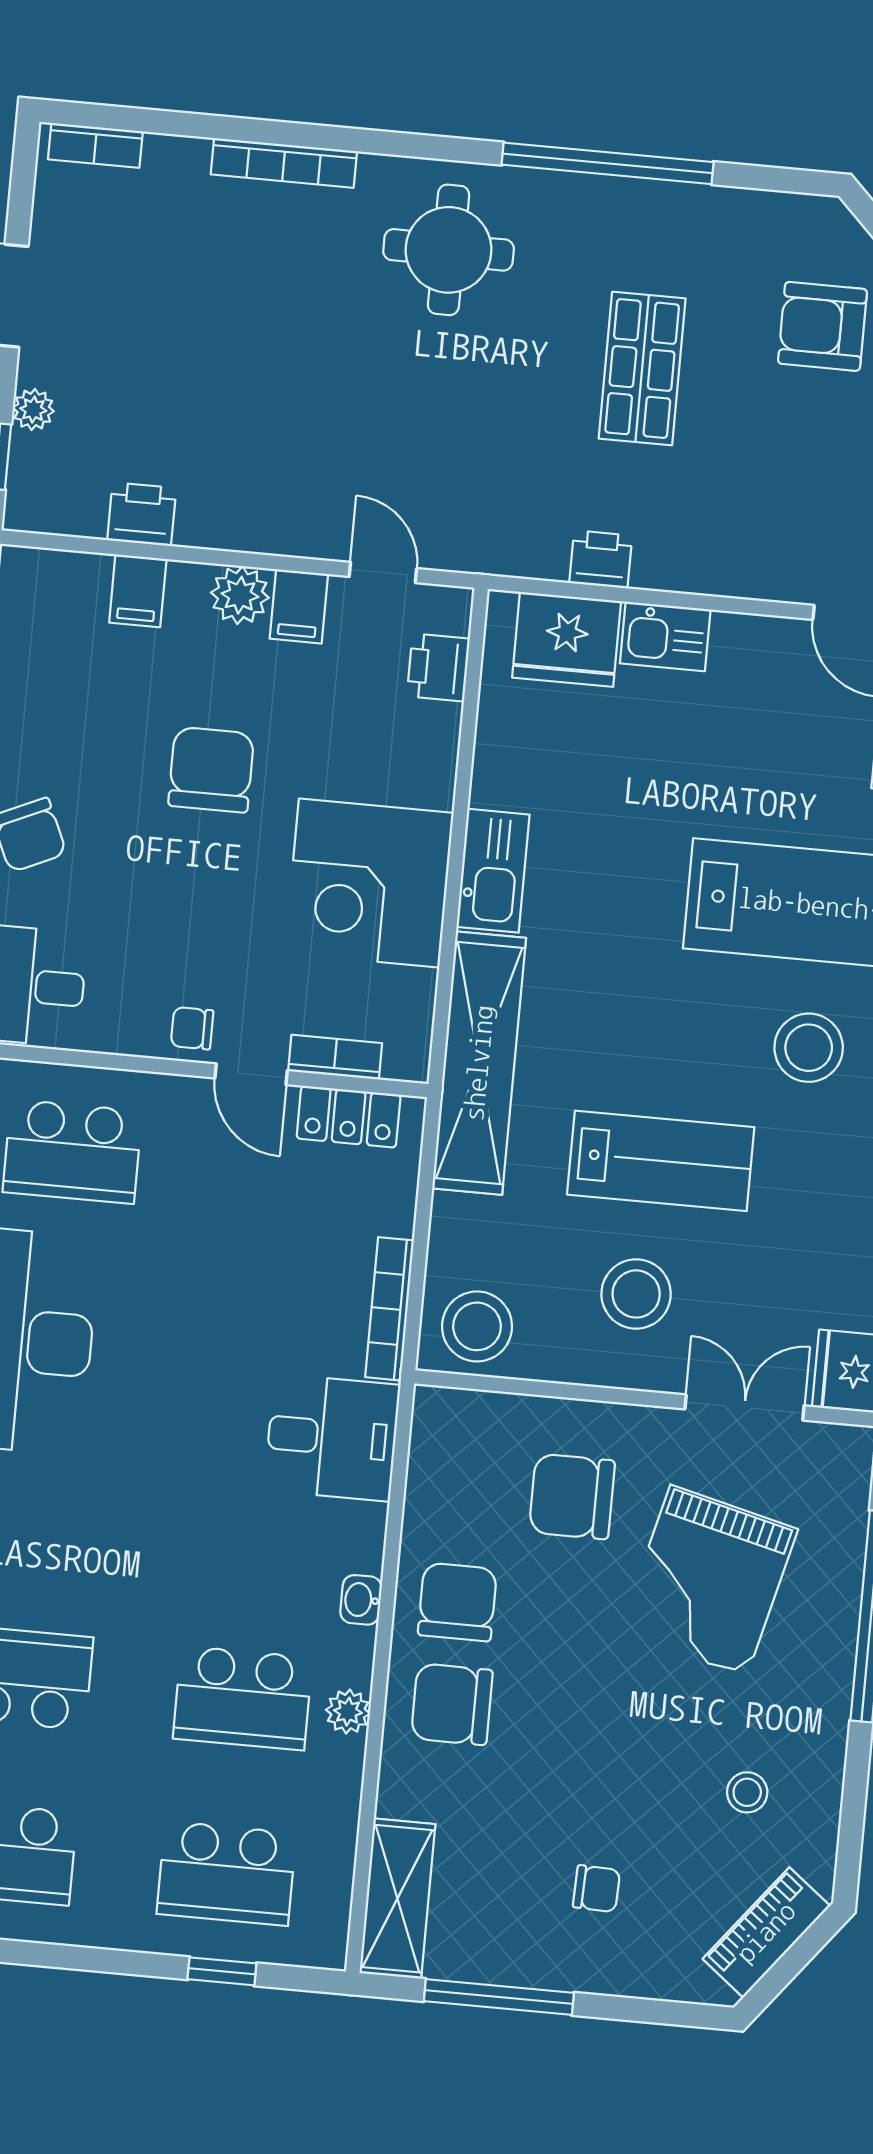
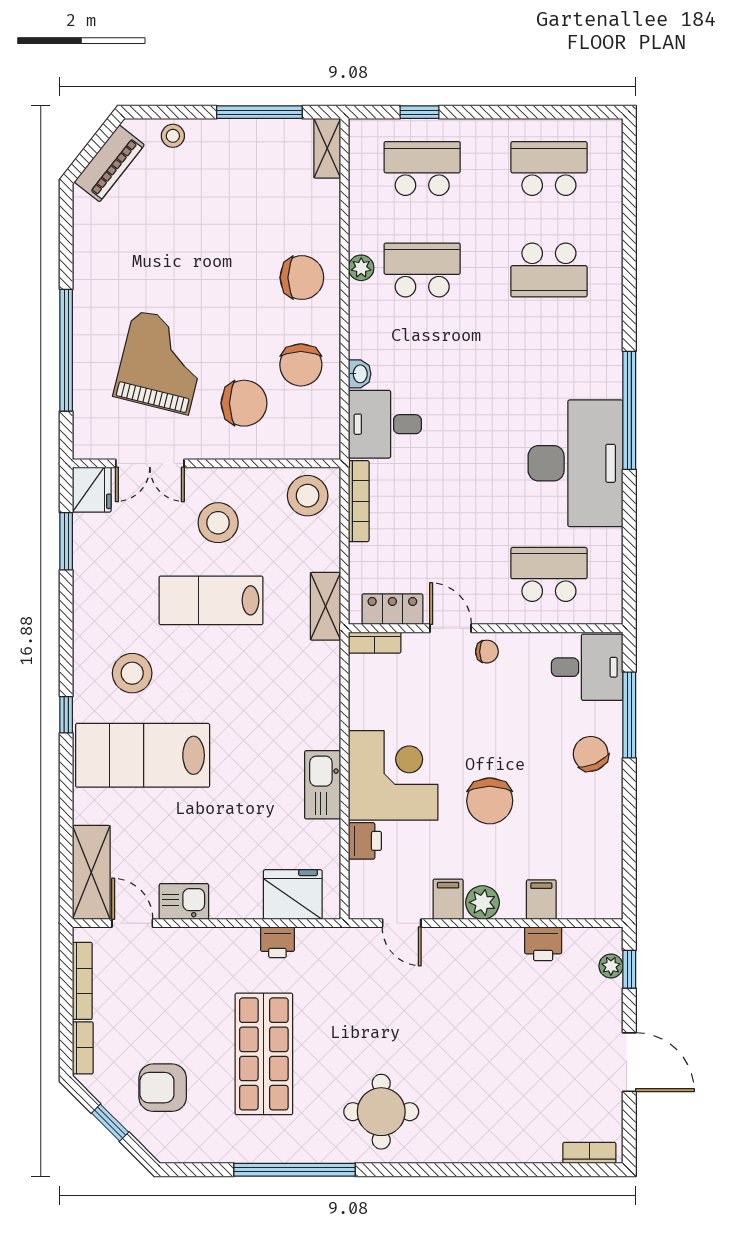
bookcase: (284, 163) -> (480, 1153), removed
armchair: (822, 326) -> (163, 1088), turned 180
shop shelf: (642, 368) -> (264, 1054), width x1.43, depth x1.36
plant: (33, 410) -> (611, 966), moved
kitchen sink: (665, 636) -> (184, 901), moved
printer: (438, 667) -> (365, 841), moved
kitchen sink: (493, 871) -> (323, 785), moved
corner desk: (369, 883) -> (393, 775), moved
bookcase: (335, 1057) -> (375, 643), moved
shelving: (479, 1063) -> (325, 606), width x0.45, depth x0.75
washbasin: (361, 1600) -> (360, 374), moved
chair: (457, 1602) -> (301, 365), moved
stool: (747, 1792) -> (173, 136), moved
chair: (597, 1889) -> (209, 179), removed
shelving: (397, 1899) -> (327, 148), width x0.67, depth x0.75

